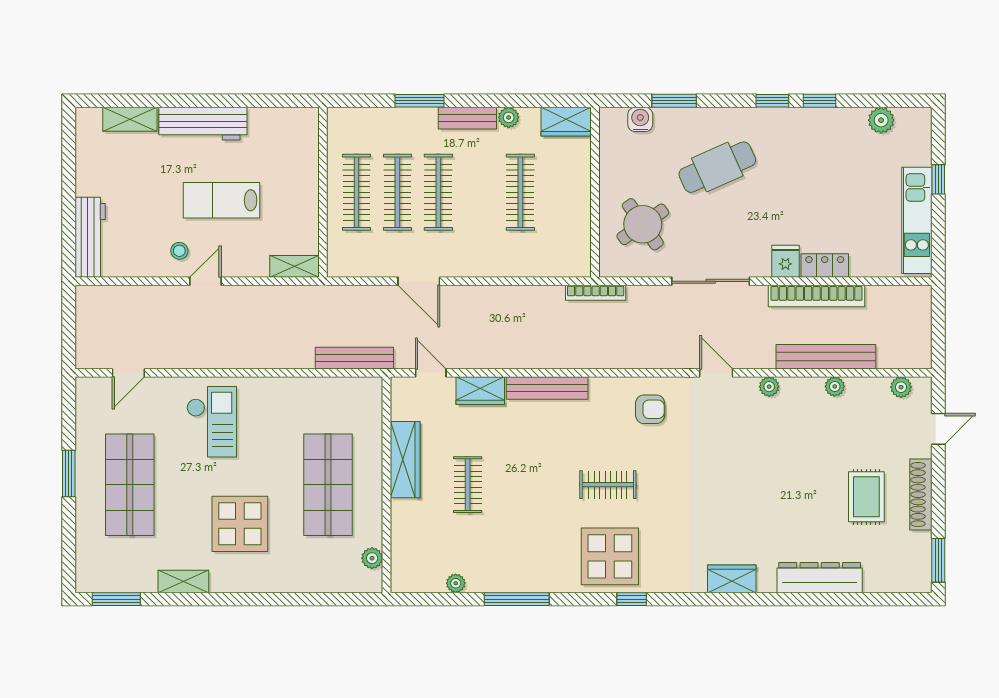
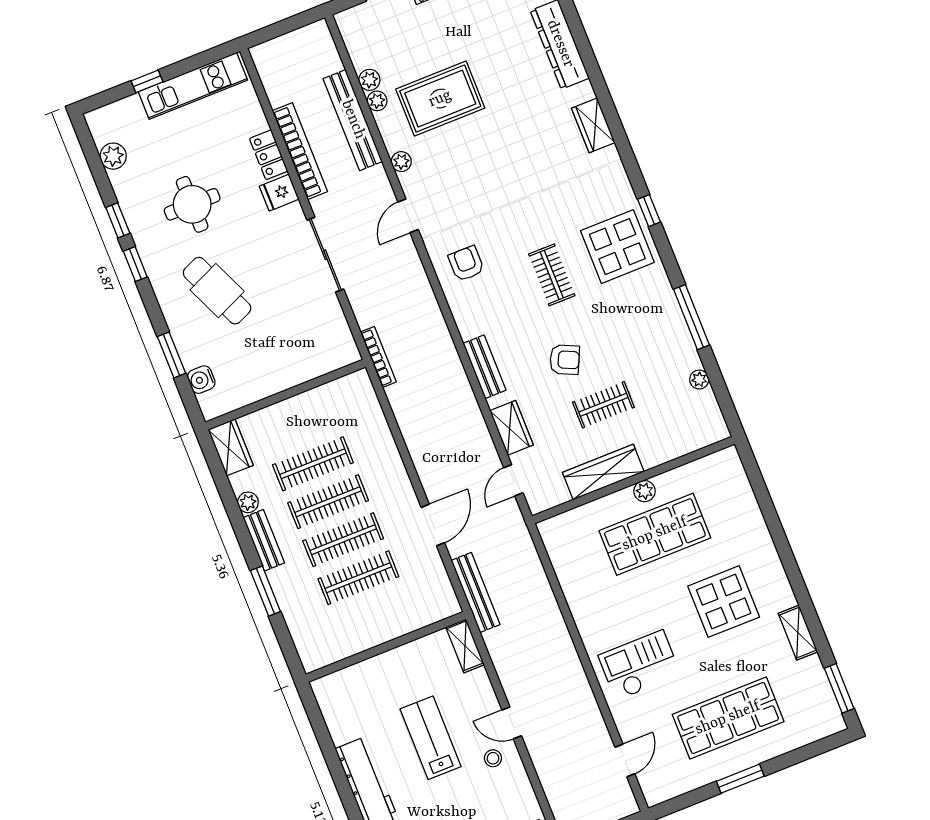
clothes rail: (357, 192) -> (328, 502), moved
lab bench: (222, 200) -> (431, 738), turned 180
round table: (643, 224) -> (192, 204), moved, turned 35
bench: (354, 358) -> (476, 592), moved
door: (128, 373) -> (625, 761), hinge flipped
plant: (901, 387) -> (369, 80), moved
bench: (547, 388) -> (485, 367), width x0.73
armchair: (524, 465) -> (565, 360), added
rug: (866, 497) -> (440, 99), moved, width x1.36, depth x1.43
plant: (372, 558) -> (645, 491), moved

